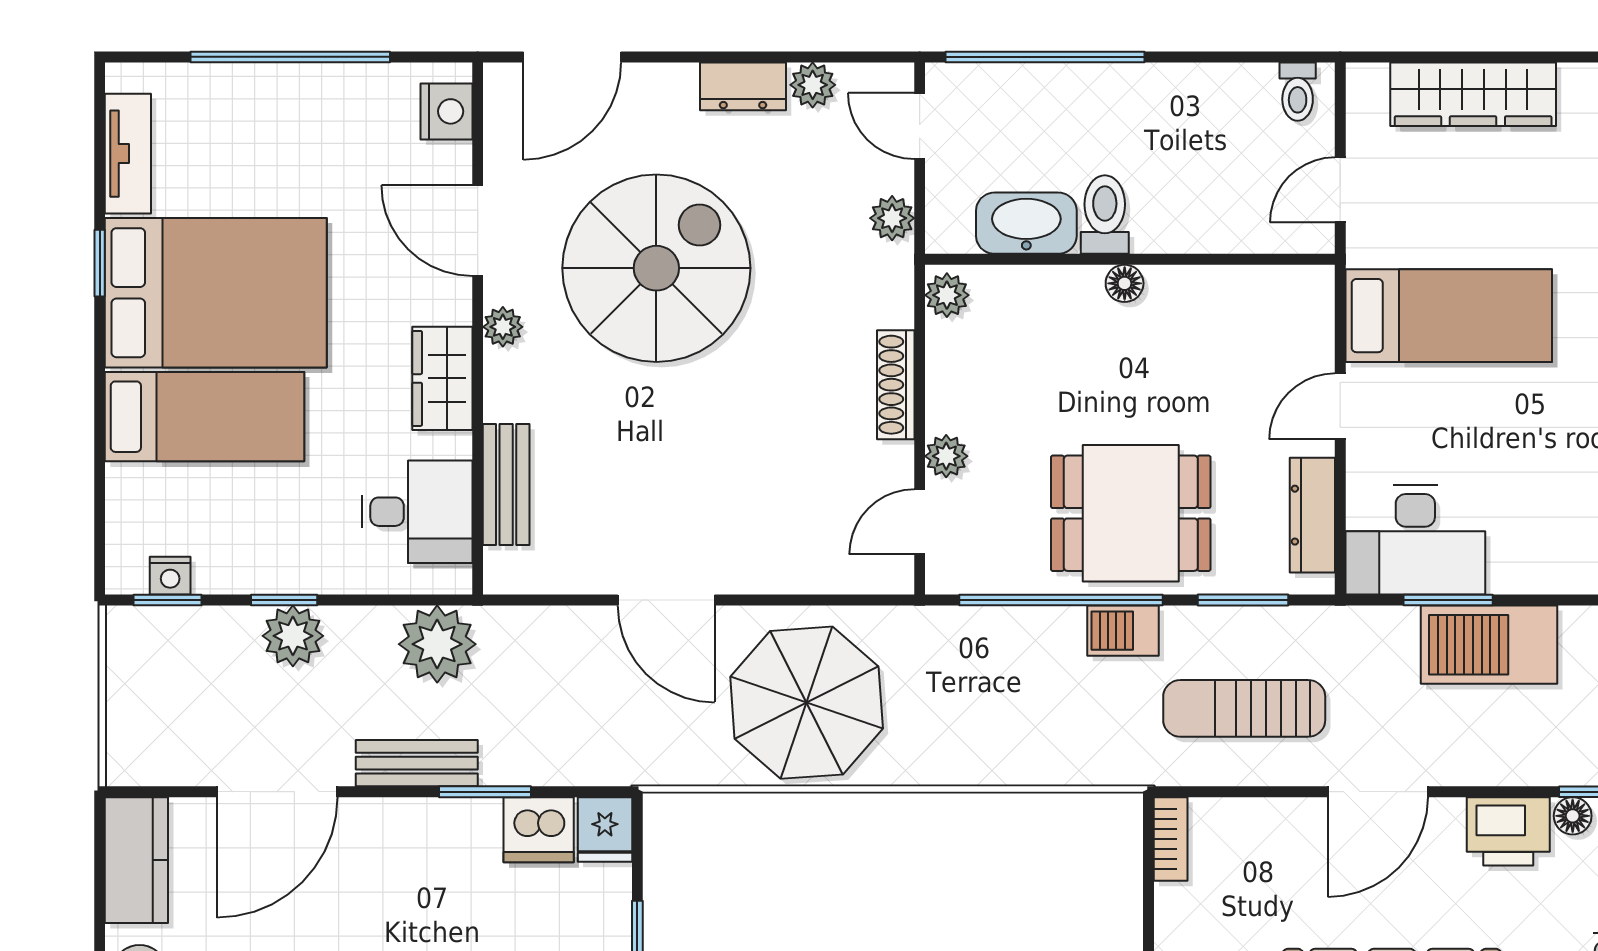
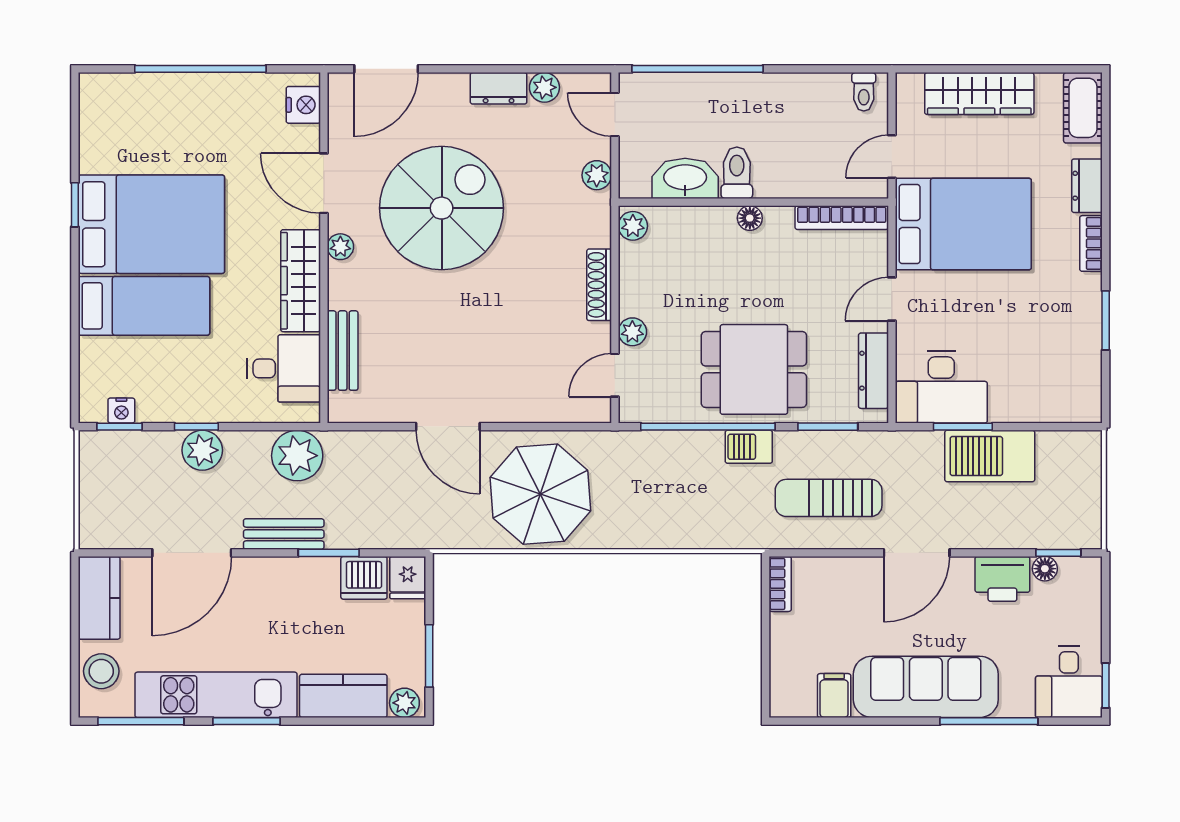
tv unit: (128, 154) -> (94, 133), removed
bookcase: (1264, 283) -> (842, 218), added
bed: (1449, 316) -> (963, 224), width x1.50
wardrobe: (442, 378) -> (301, 281), width x1.50

